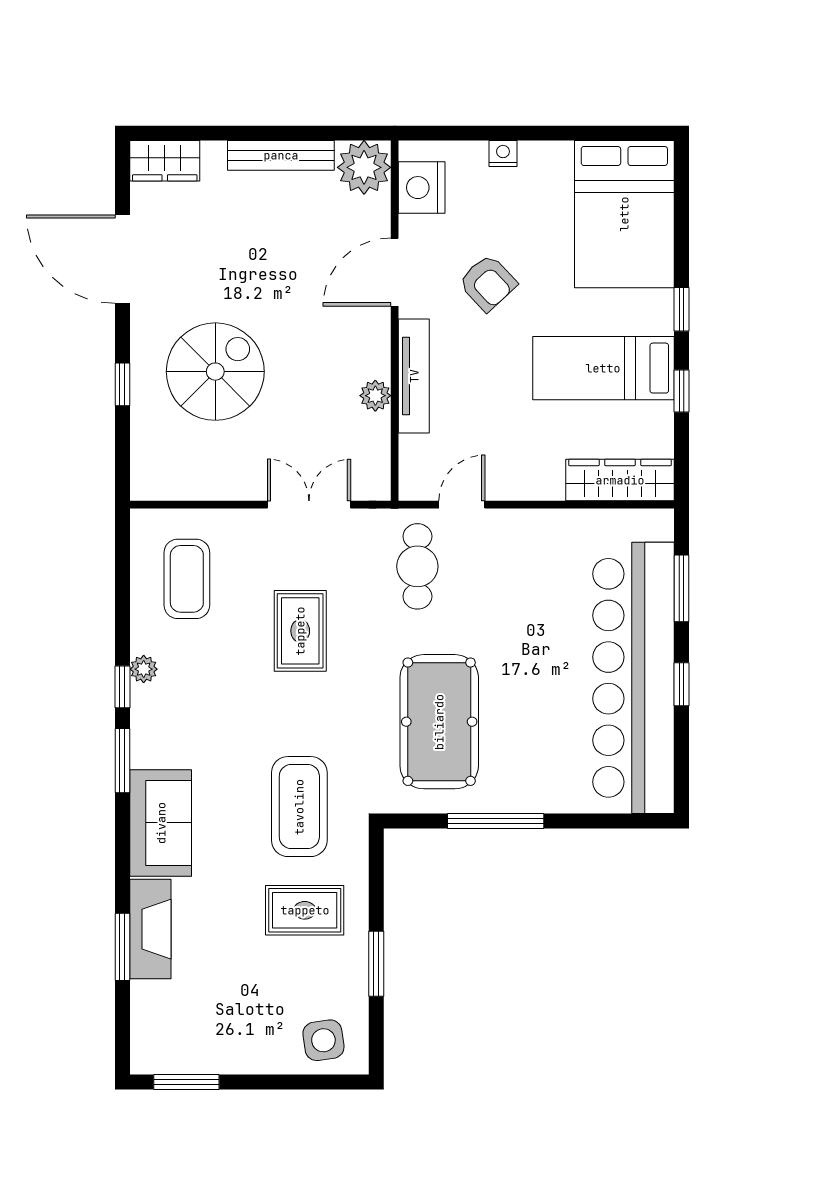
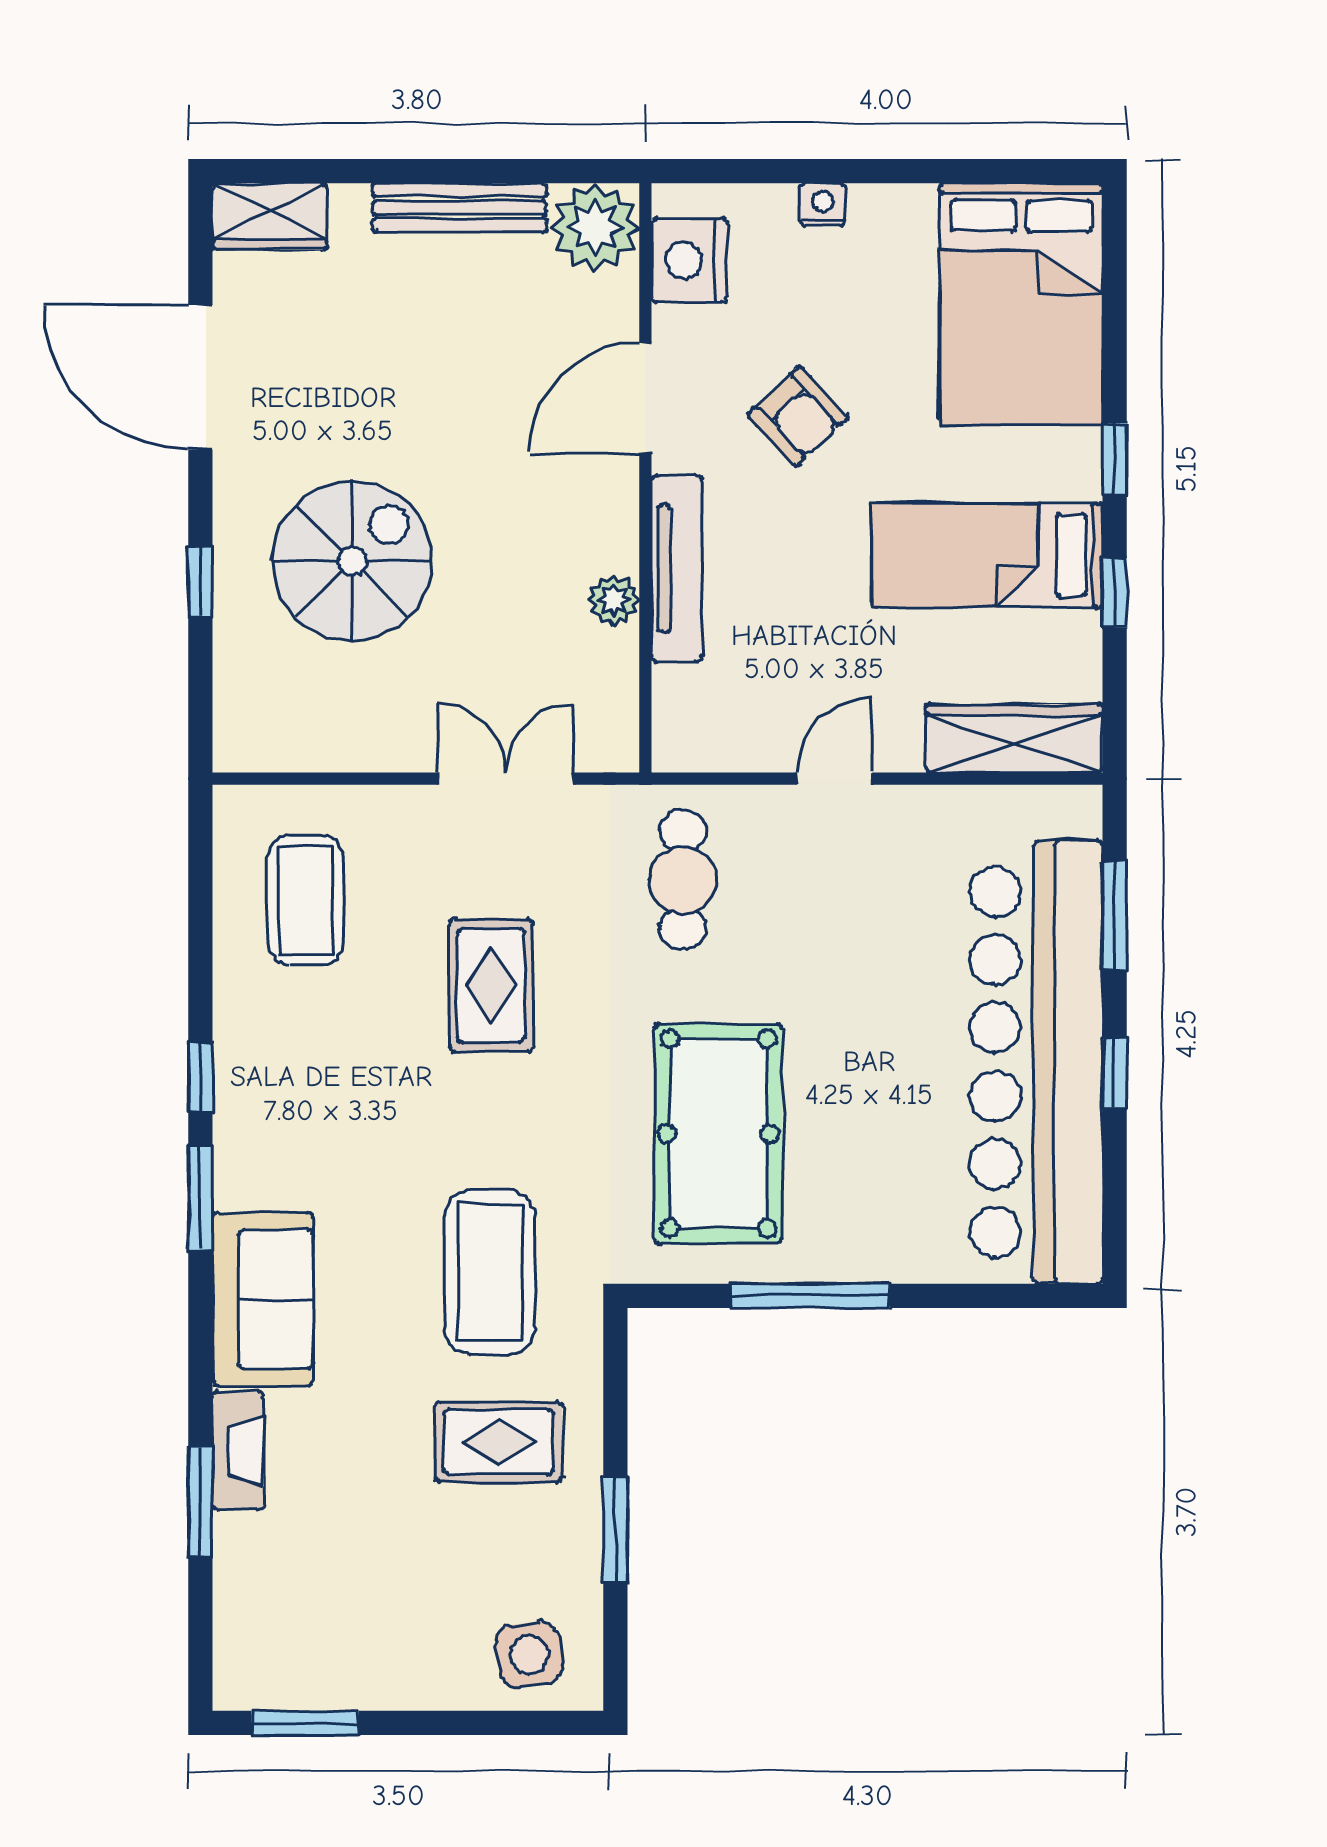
door: (462, 505) -> (835, 779), moved
plant: (144, 669) -> (235, 1048), removed
fireplace: (150, 929) -> (238, 1451), width x0.73, depth x0.76

